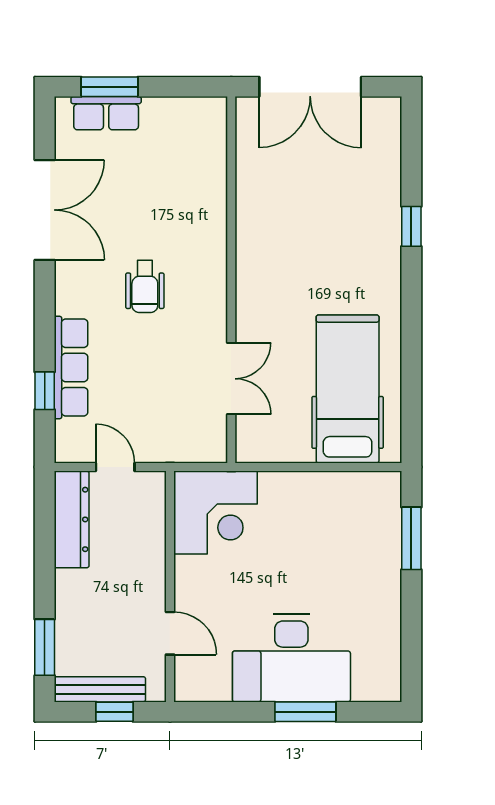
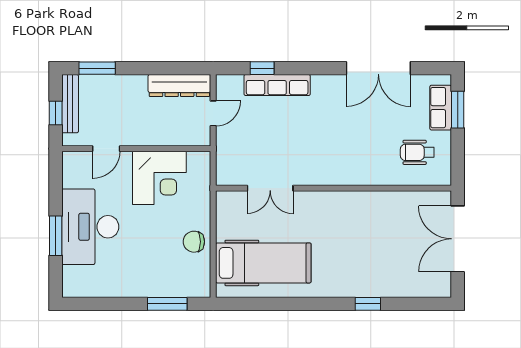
wheelchair: (145, 287) -> (417, 152), moved
chair: (315, 497) -> (194, 242), added
corner desk: (215, 513) -> (159, 178), moved, turned -90

